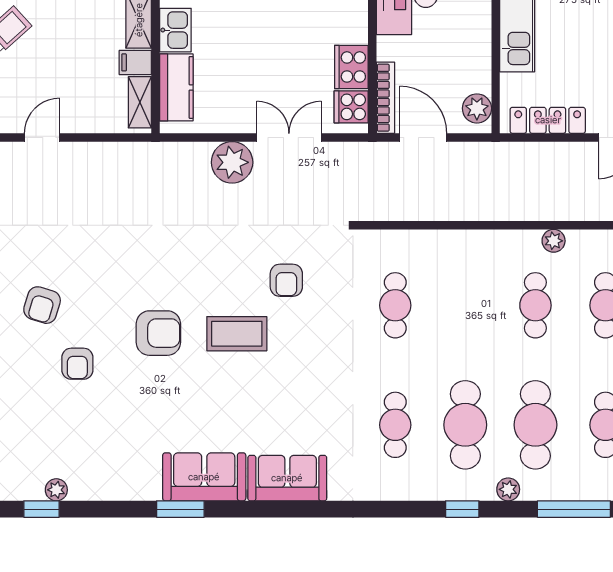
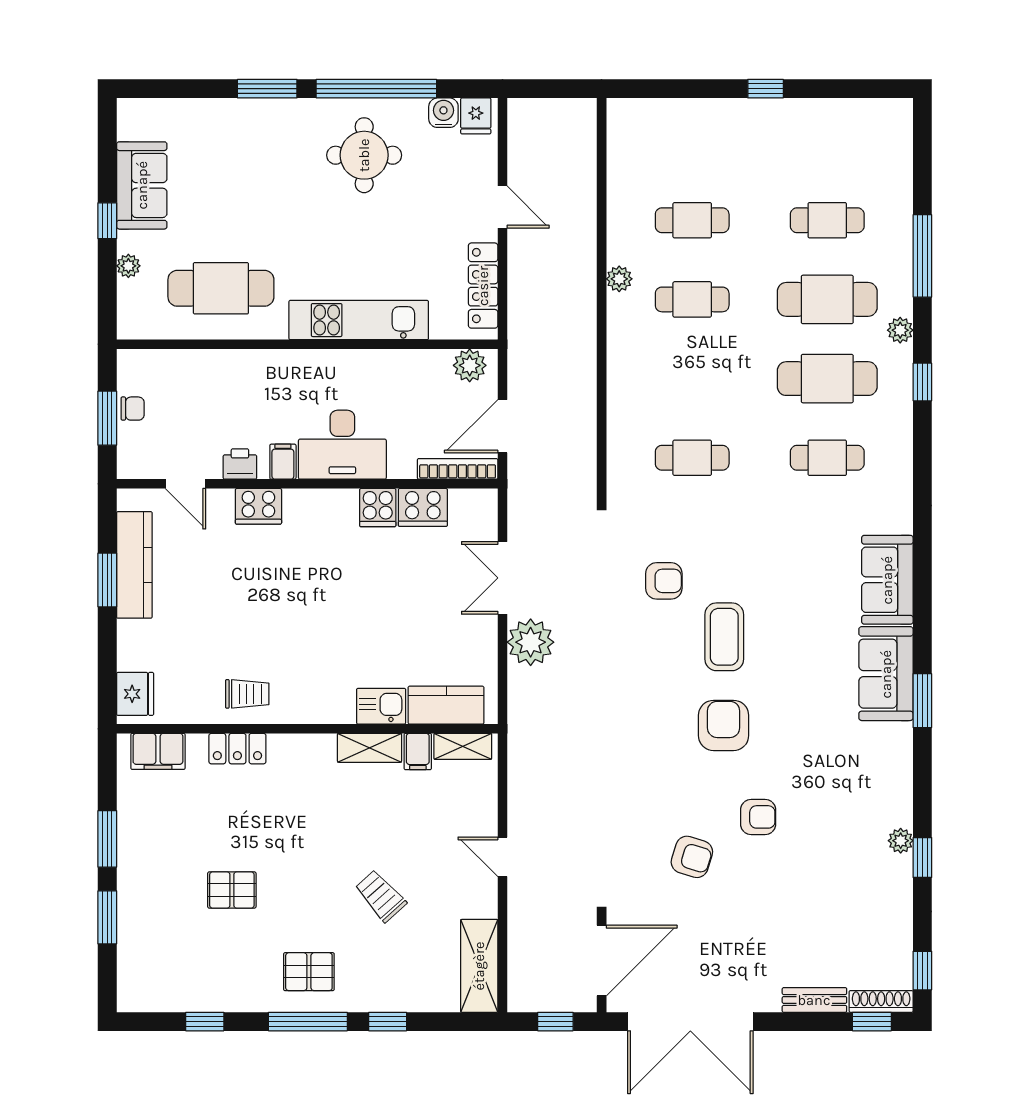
cooker: (351, 107) -> (378, 508), moved

